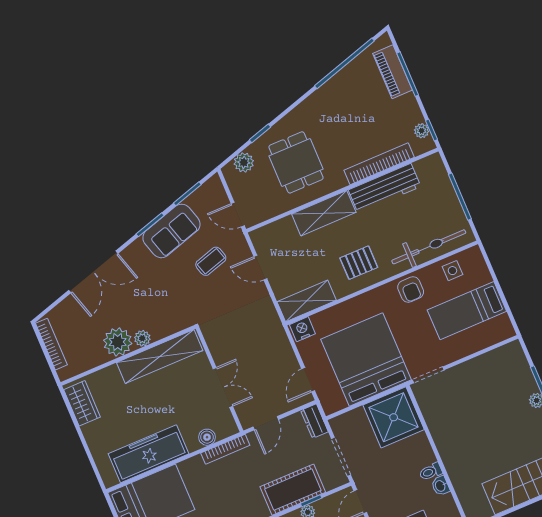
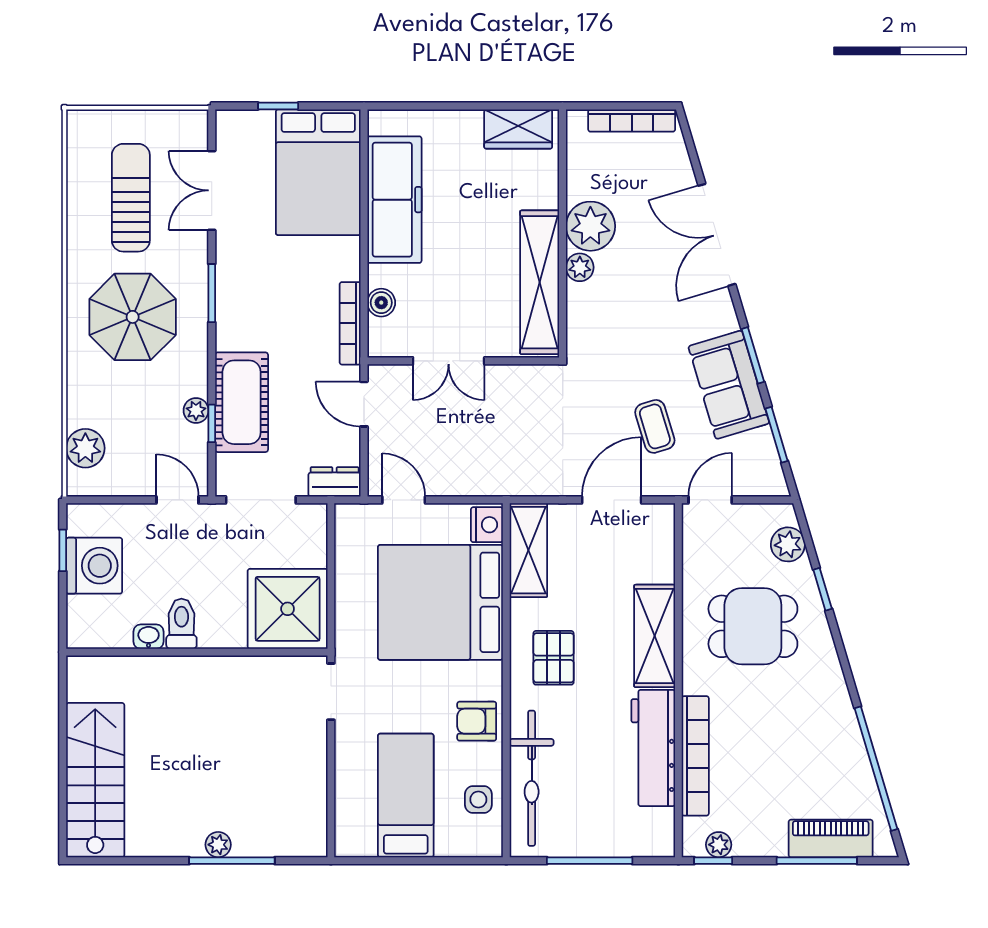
door: (260, 268) -> (612, 500), width x1.38
bed: (366, 359) -> (440, 602), moved, turned 180
toilet: (431, 472) -> (181, 624), width x1.37, depth x1.39

